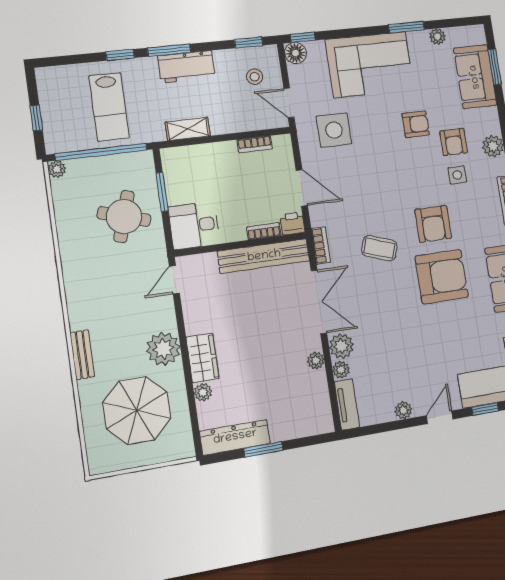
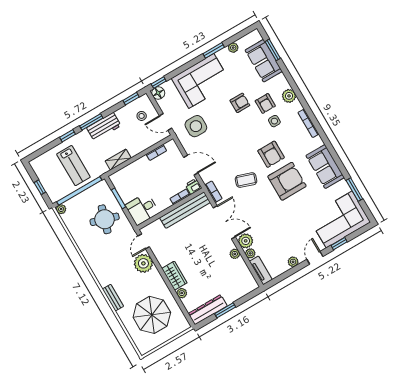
plant: (163, 349) -> (143, 263), moved

